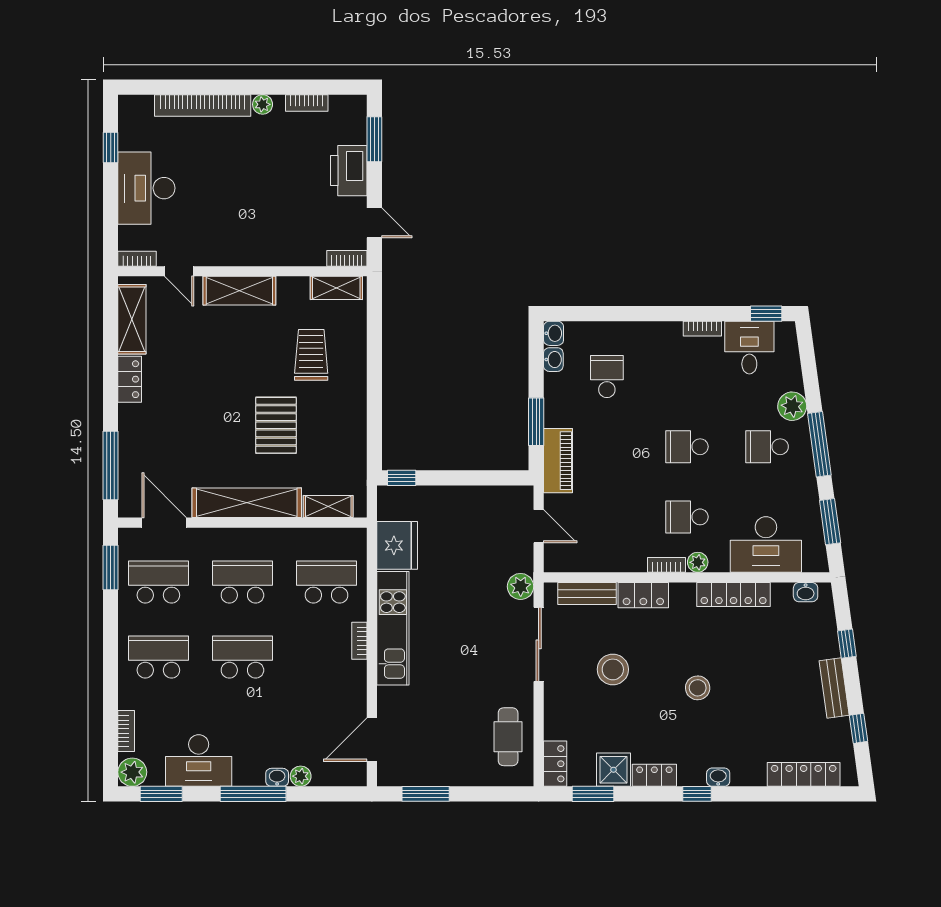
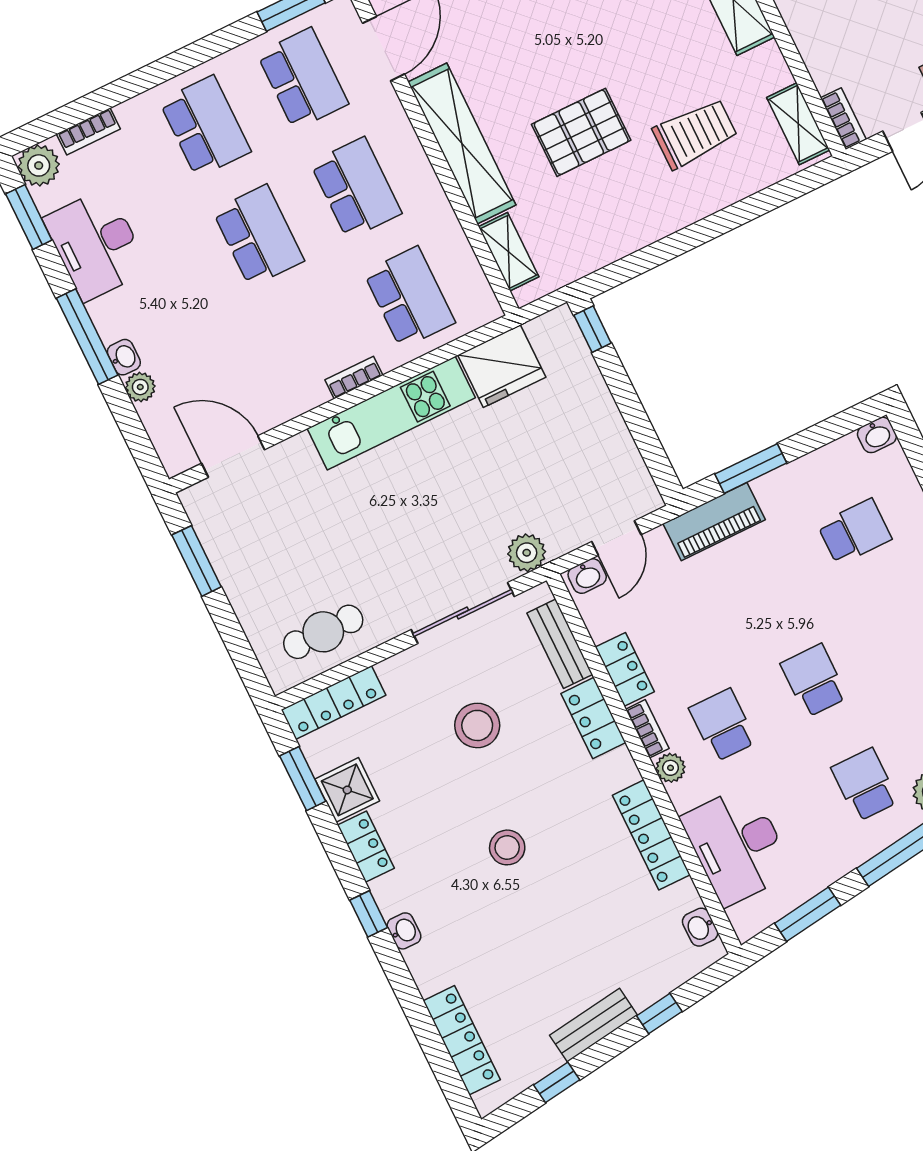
washbasin: (553, 360) -> (587, 576), moved
locker: (623, 561) -> (625, 669), added
locker: (555, 764) -> (334, 703), width x1.53

